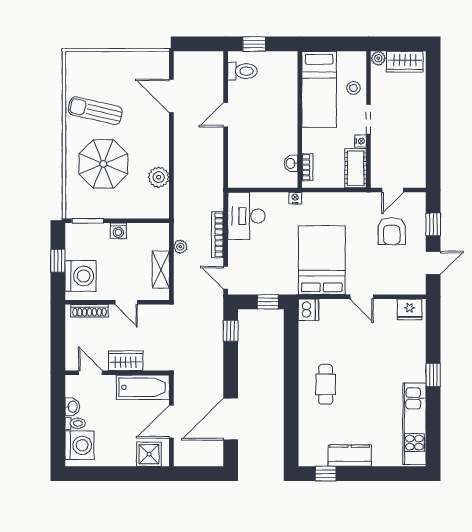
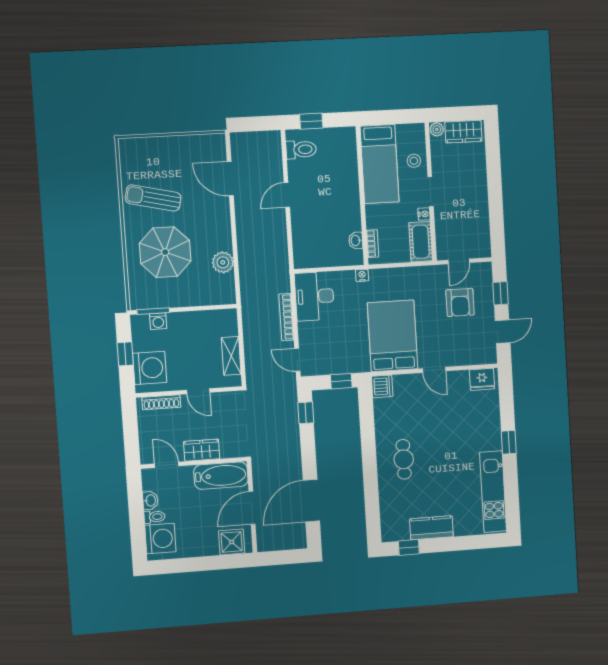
washing machine: (118, 231) -> (158, 321), moved
plant: (180, 247) -> (250, 331), removed

